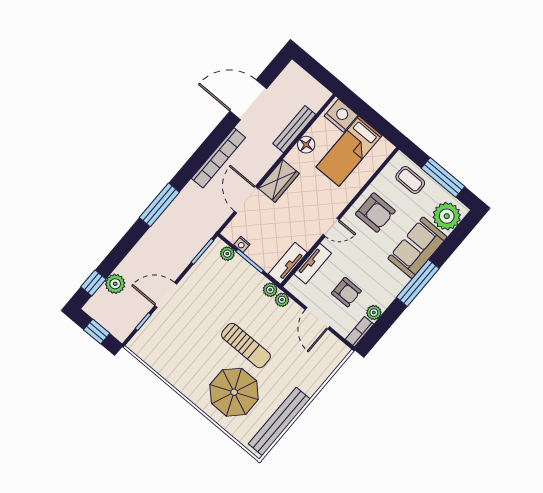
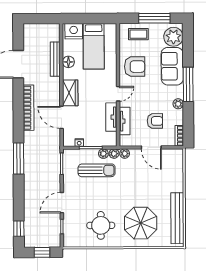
plant: (227, 254) -> (103, 154), moved
tv unit: (288, 263) -> (111, 117), moved
plant: (115, 284) -> (31, 219), removed
plant: (374, 313) -> (178, 104), moved
sun lounger: (246, 346) -> (97, 170), moved
round table: (187, 357) -> (101, 225), added

